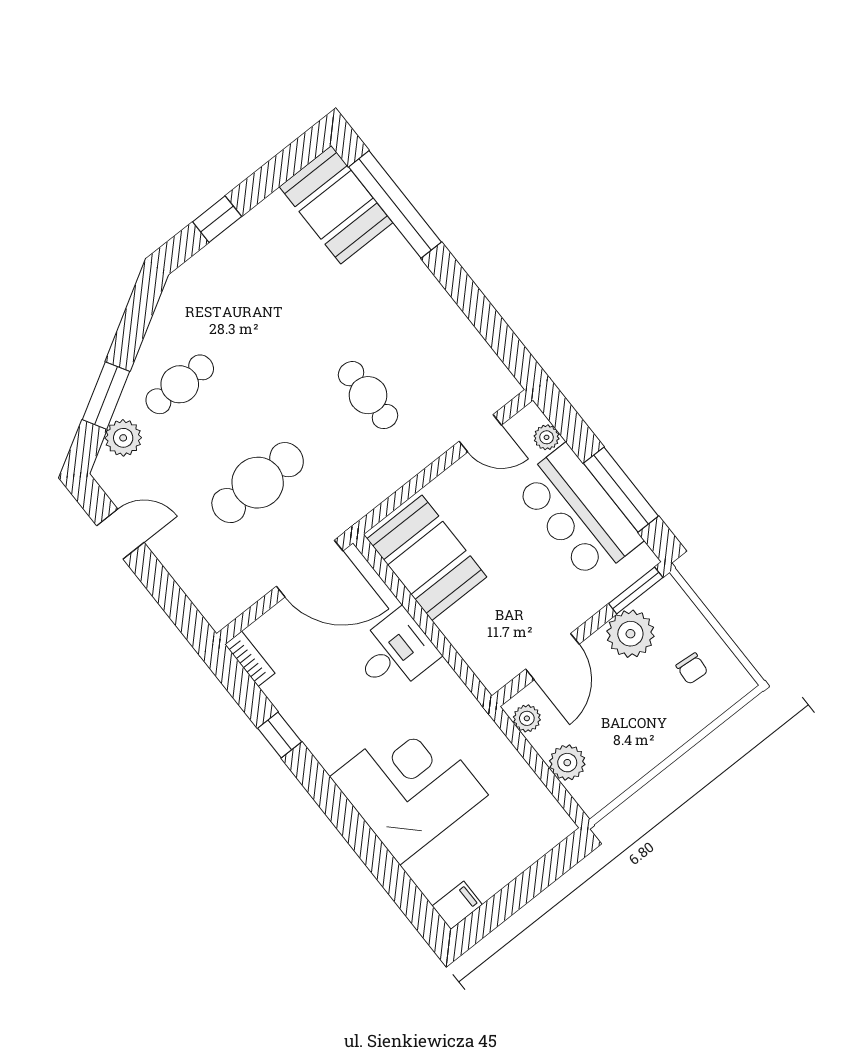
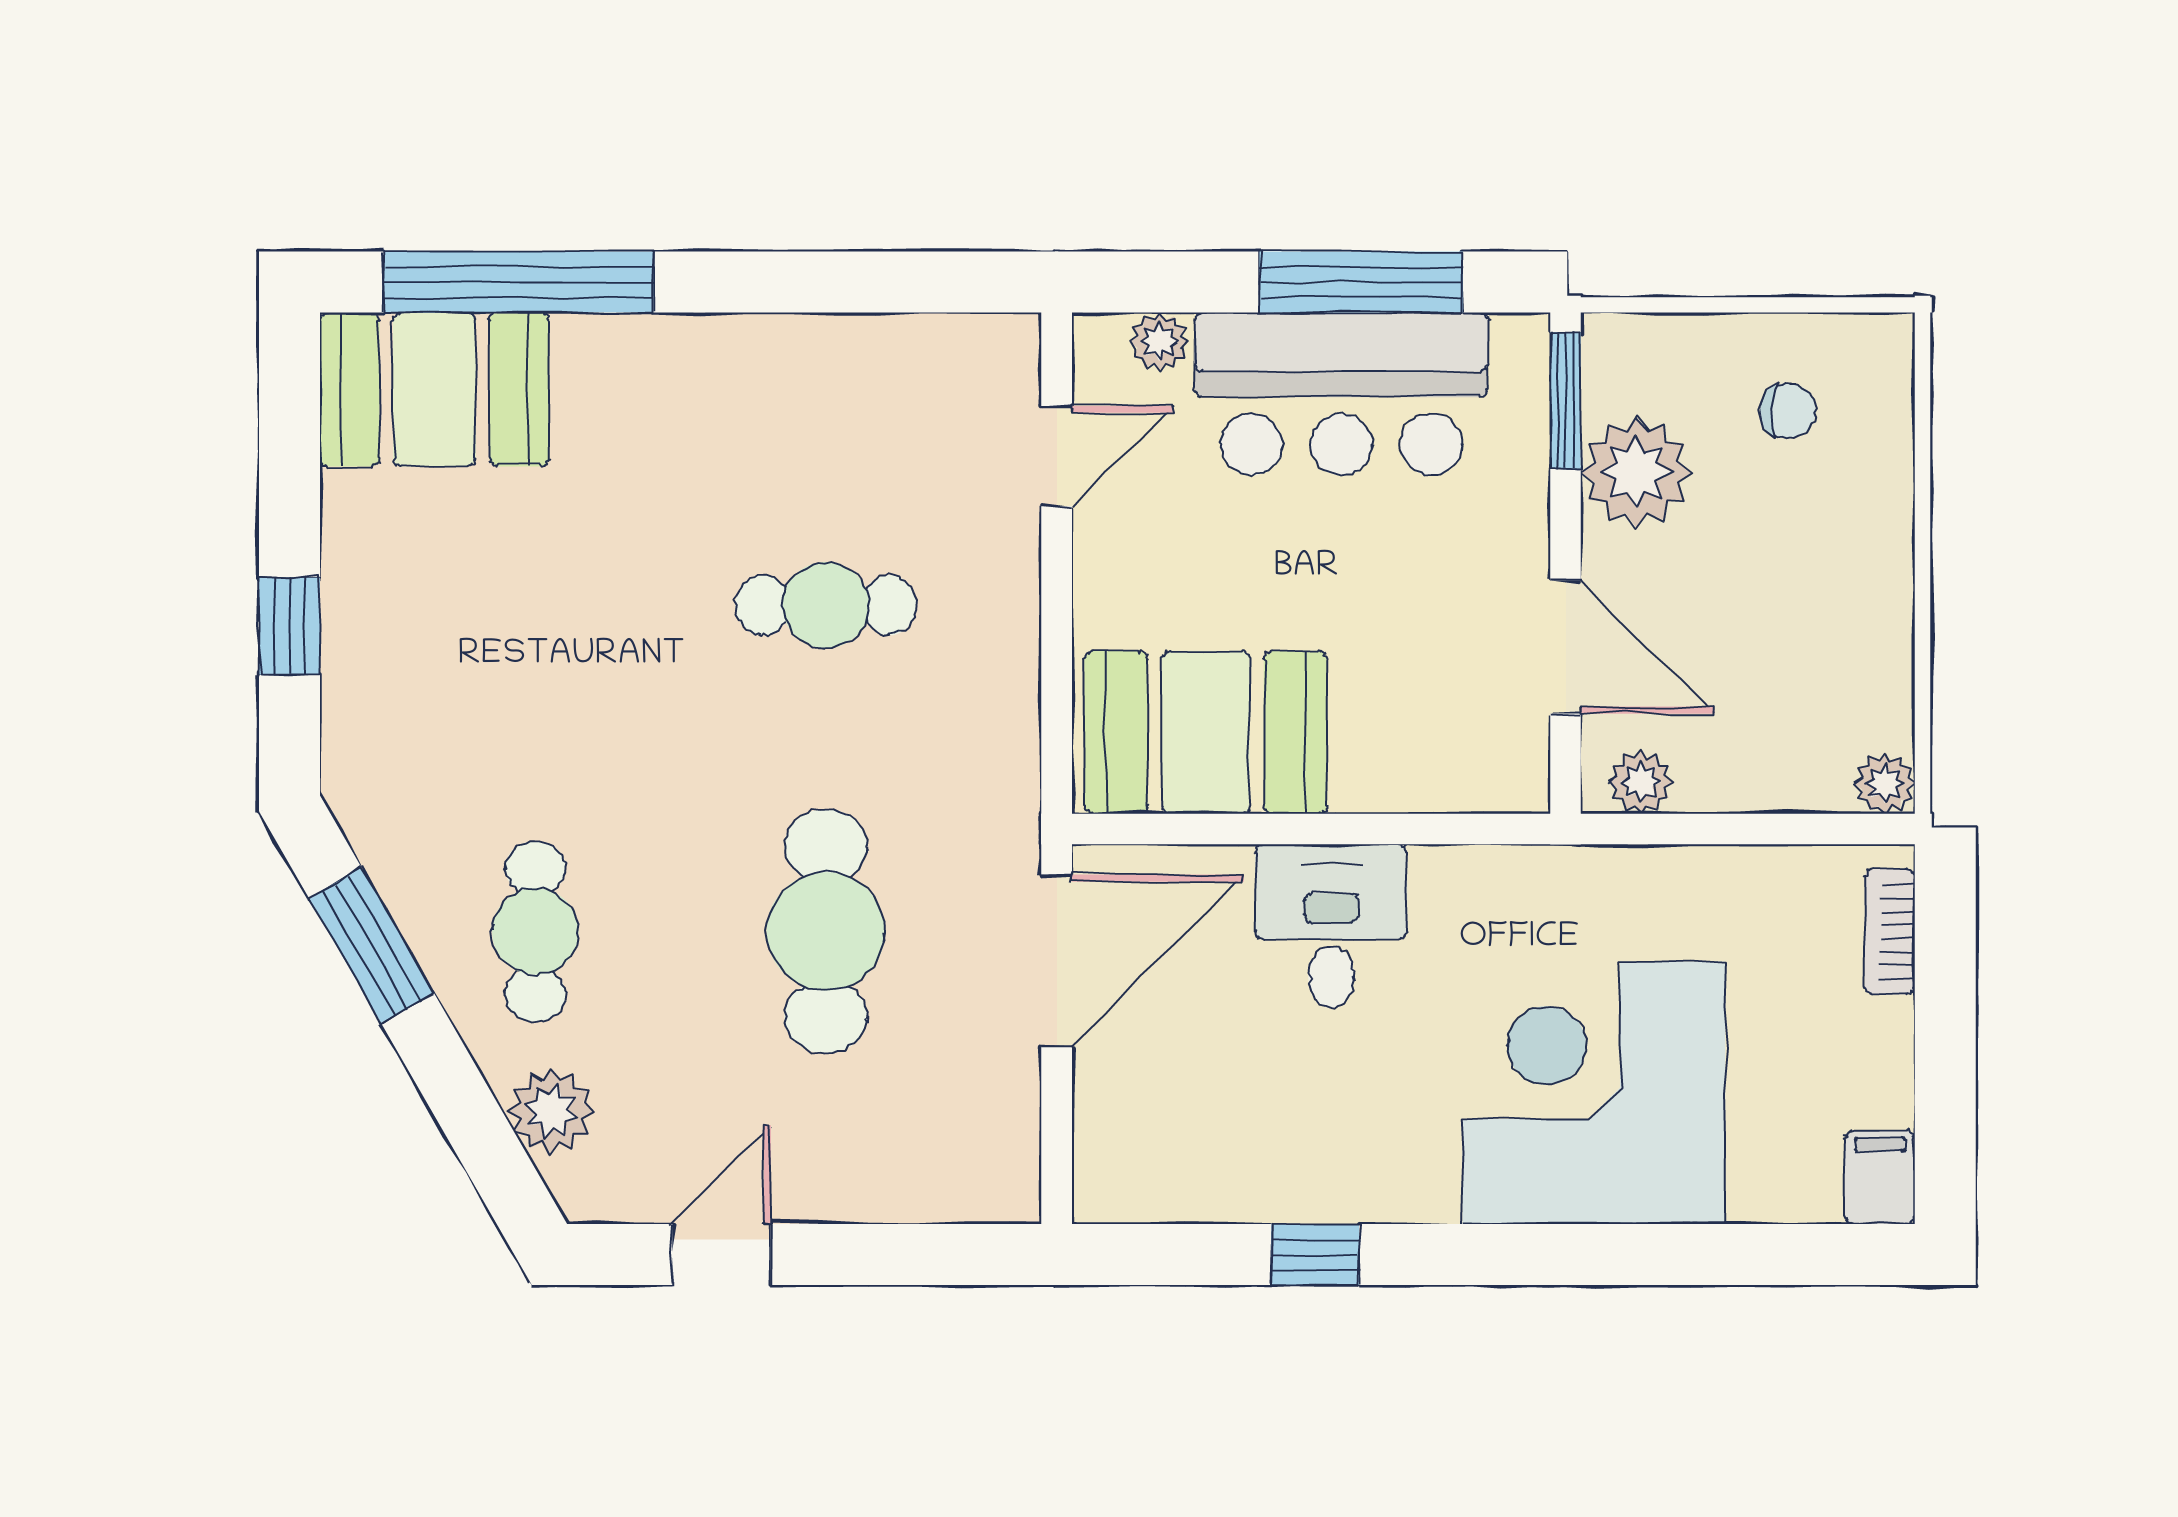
window: (106, 396) -> (371, 945), moved
bookcase: (250, 659) -> (1890, 932), moved, turned -90
plant: (567, 763) -> (1885, 784), moved, width x0.73, depth x0.73

